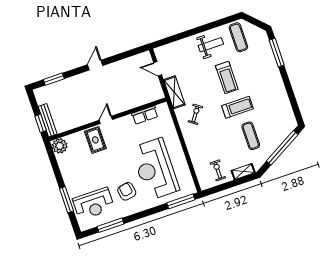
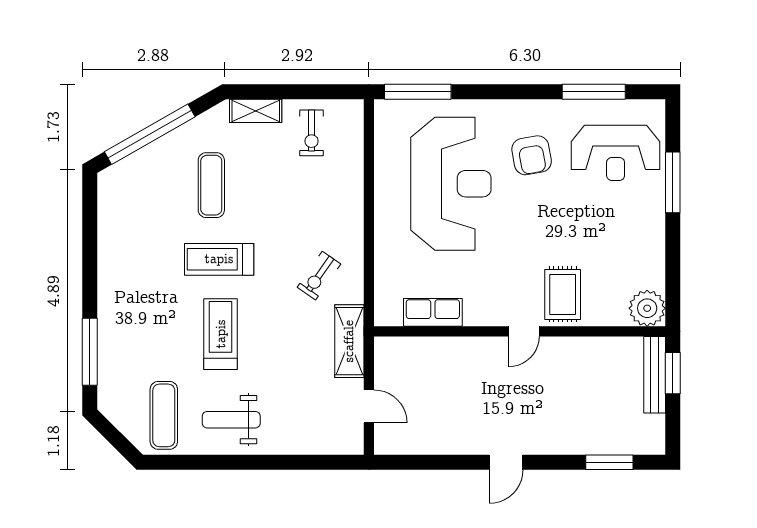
reception desk: (93, 204) -> (616, 153), turned 180

